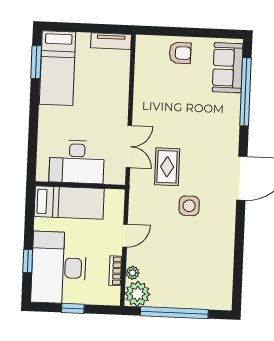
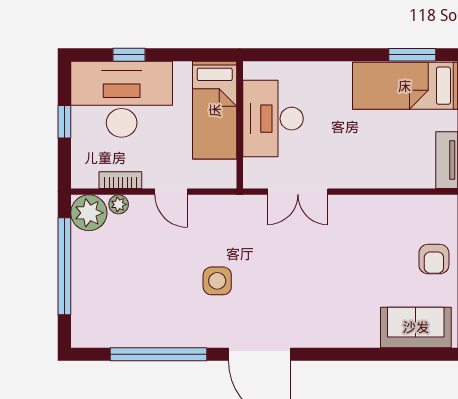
window: (245, 92) -> (159, 354), moved
rug: (167, 167) -> (271, 247), removed

